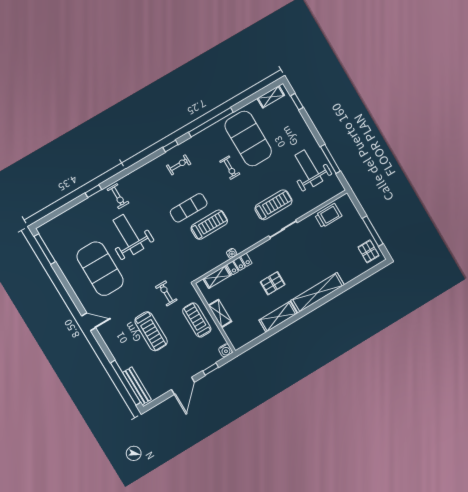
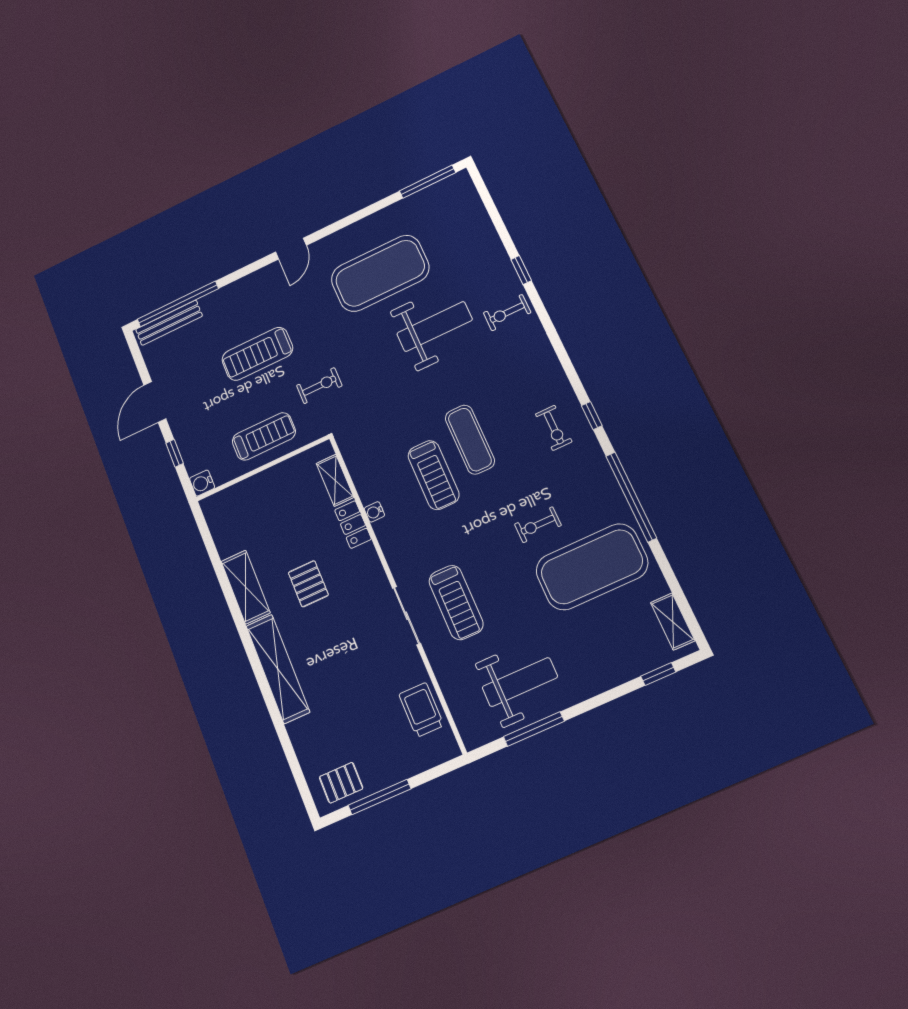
trolley: (328, 216) -> (421, 710), turned 180
shelving: (220, 313) -> (269, 479), removed
door: (183, 386) -> (155, 402), hinge flipped

